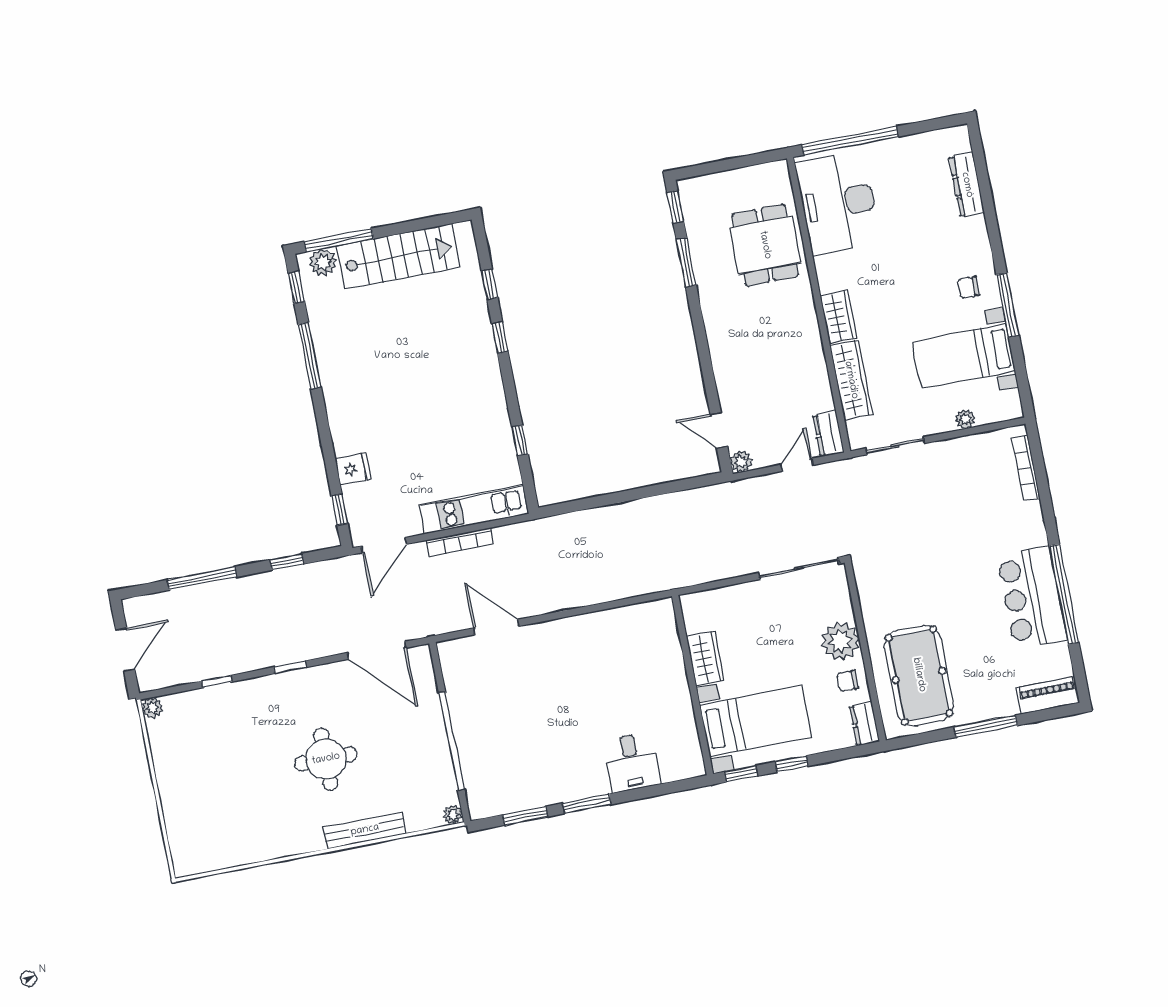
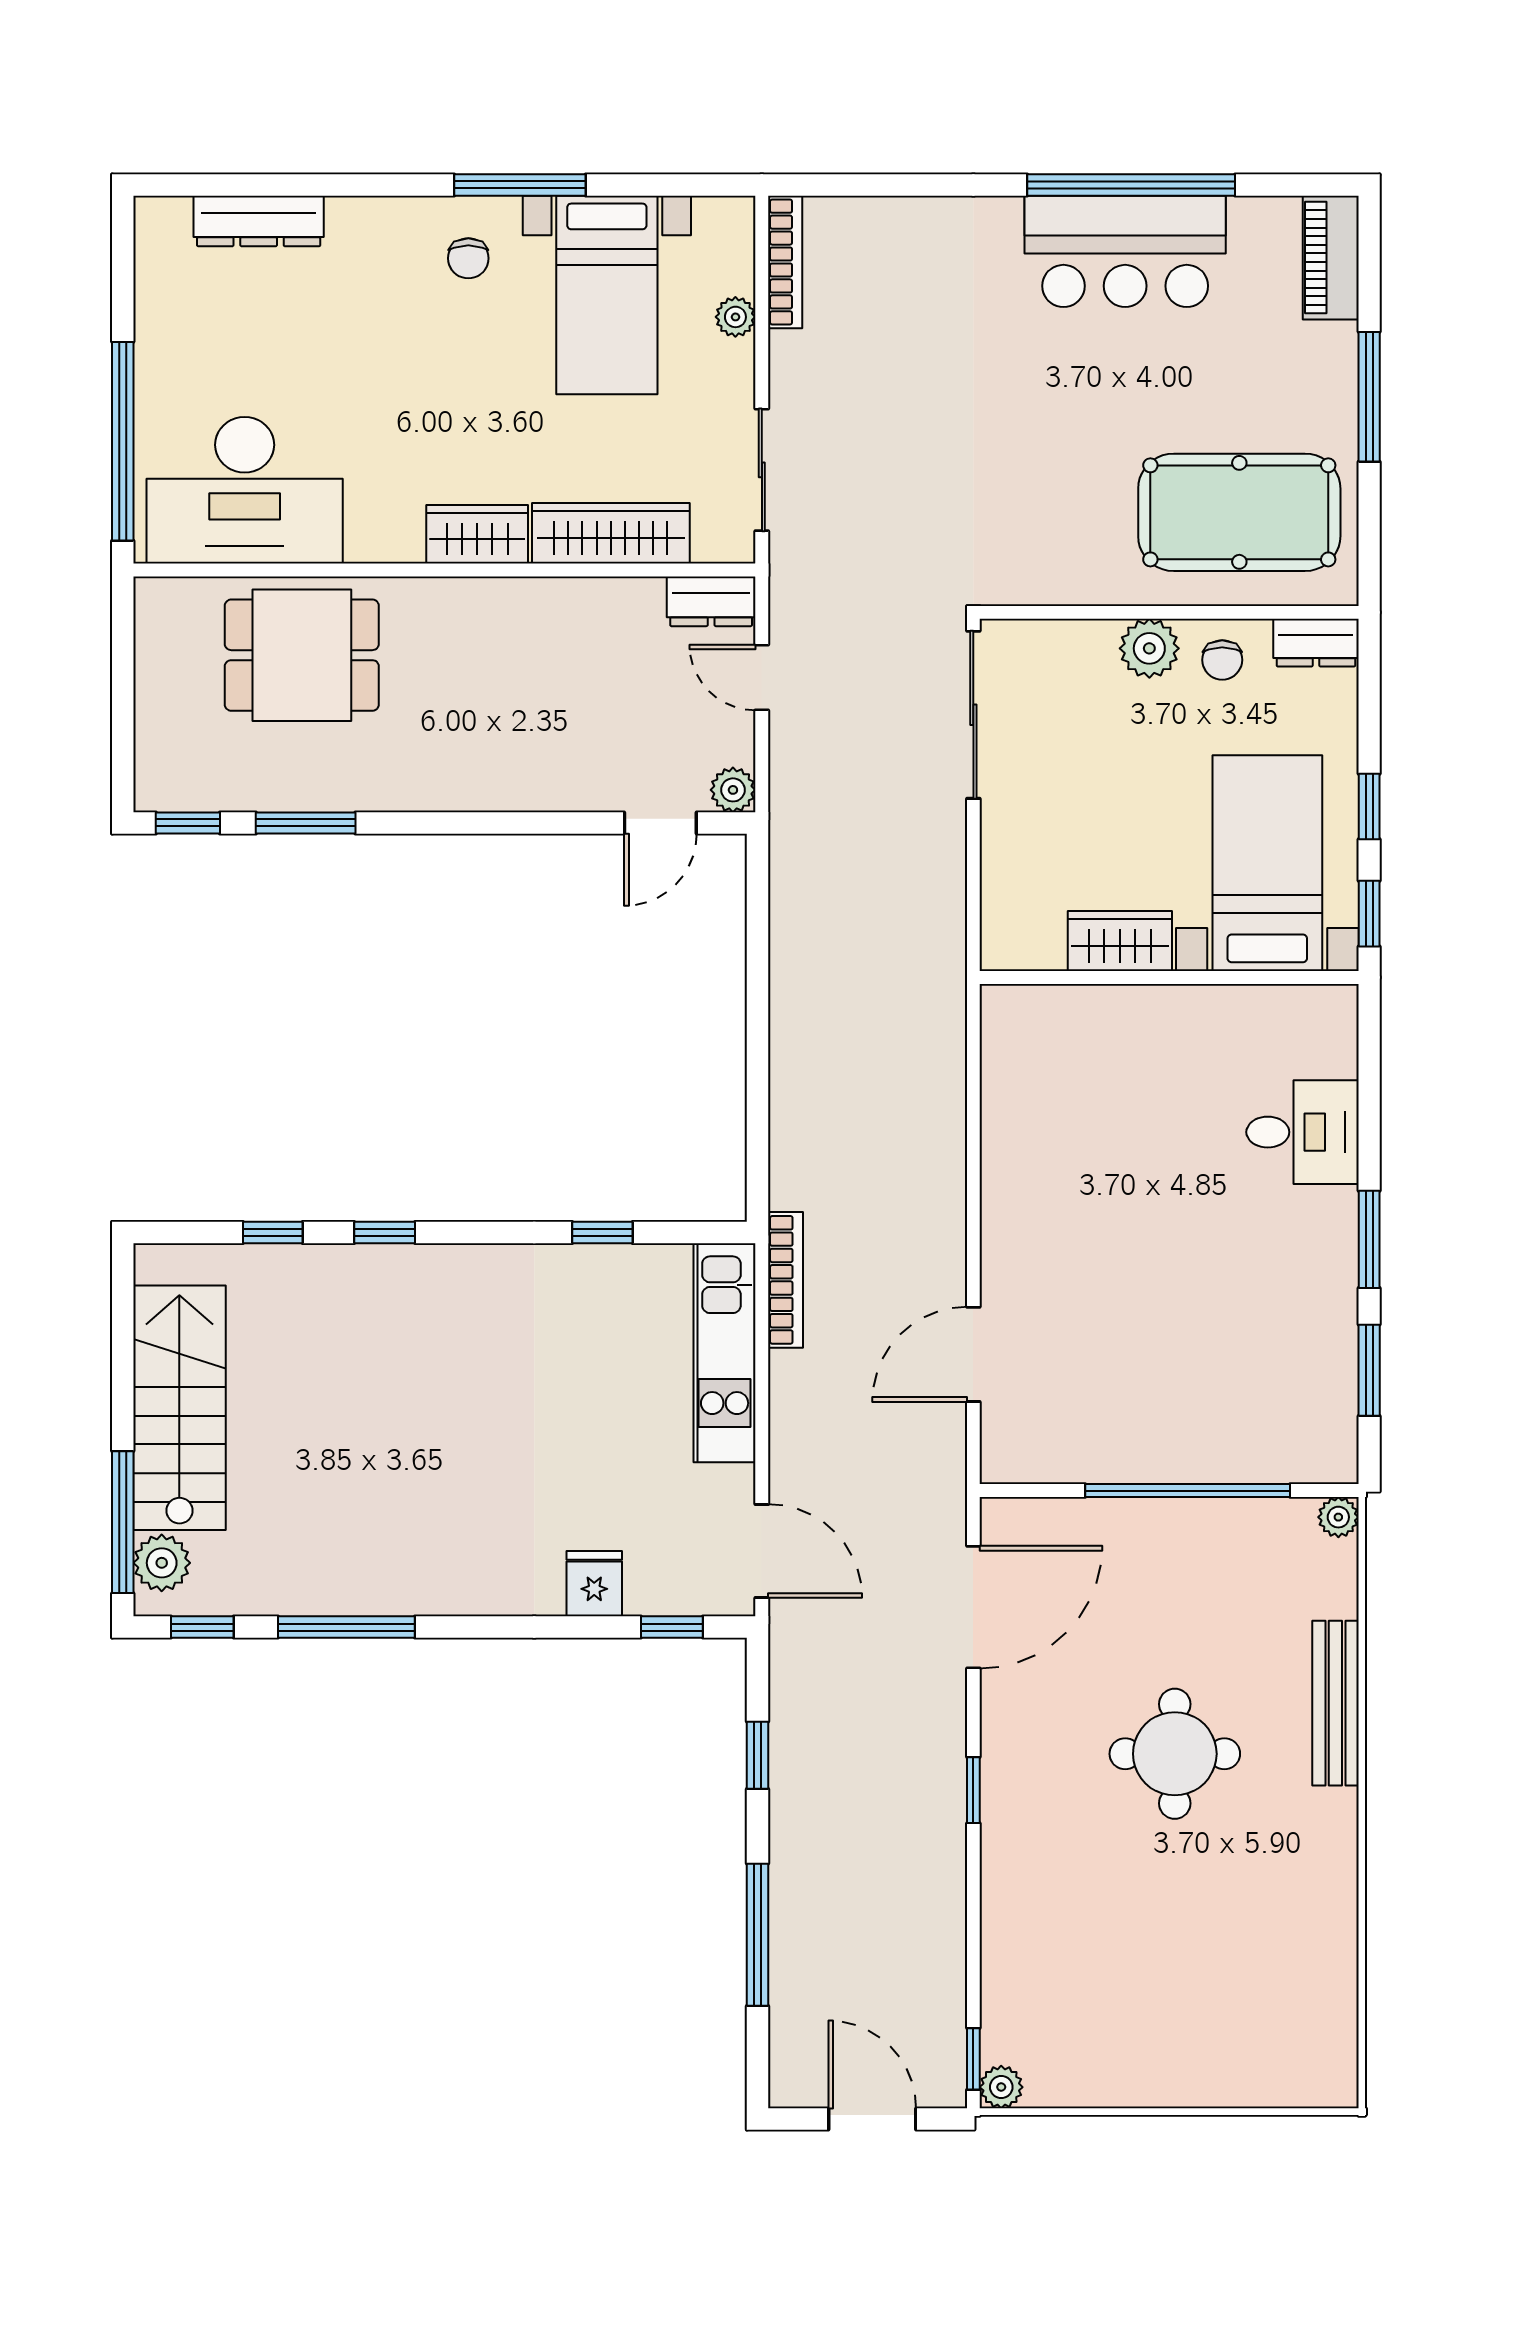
bookcase: (1026, 468) -> (785, 262), moved, turned -90
bookcase: (460, 542) -> (786, 1280), moved
plant: (840, 641) -> (1149, 648), width x0.73, depth x0.73
window: (217, 681) -> (973, 2059), moved

